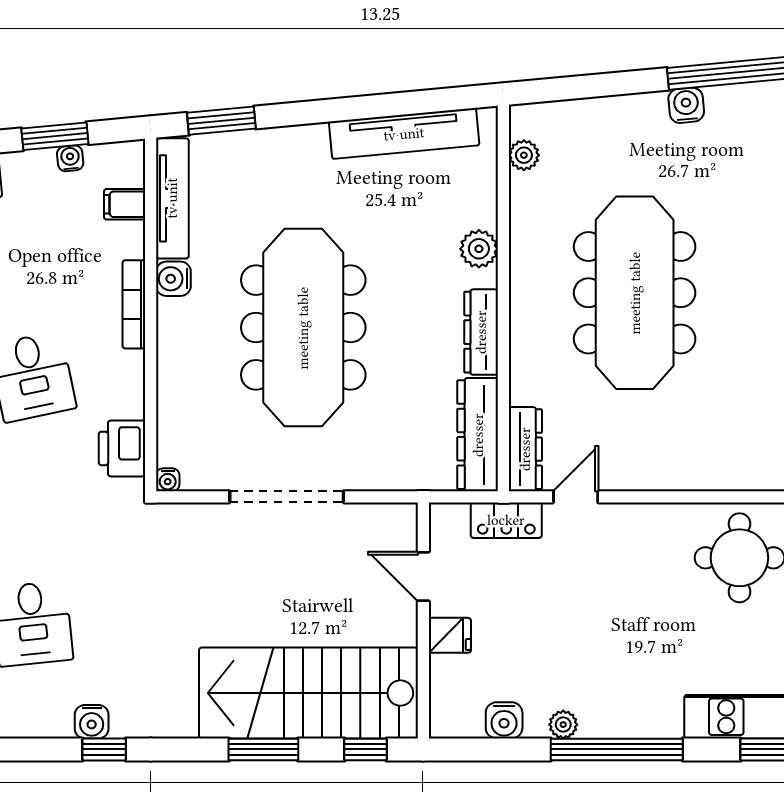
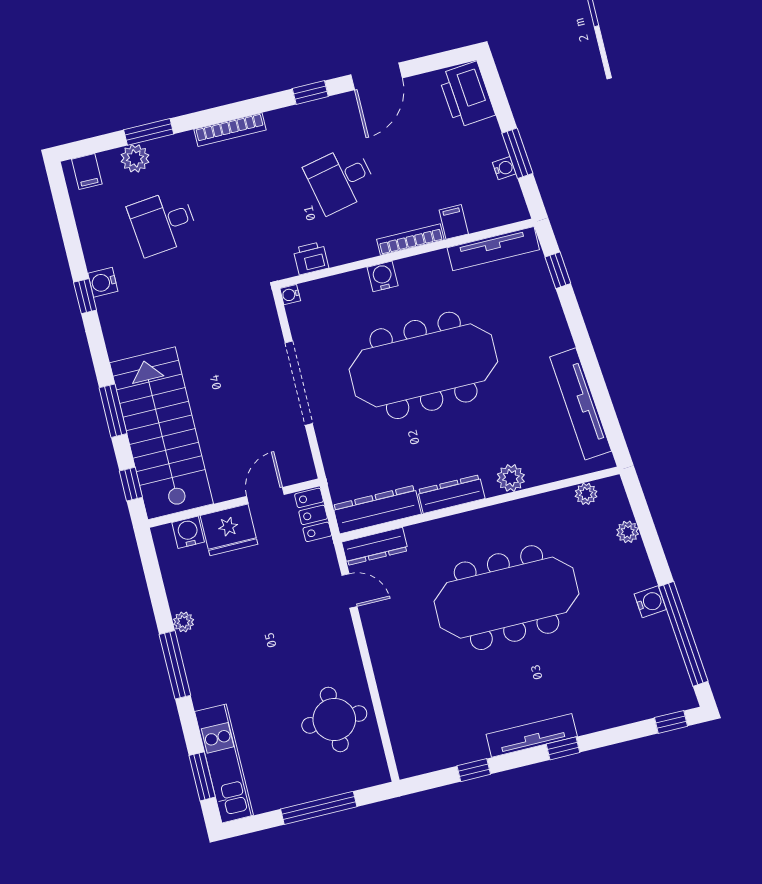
plant: (587, 113) -> (628, 532), added
window: (221, 121) -> (558, 270), width x0.67
filing cabinet: (125, 204) -> (454, 222), moved
water cooler: (173, 279) -> (383, 276), moved
printer: (122, 448) -> (311, 258), width x0.73, depth x0.81
locker: (506, 520) -> (313, 515), moved
fridge: (450, 635) -> (229, 530), width x1.88, depth x1.34
water cooler: (504, 720) -> (188, 532), moved, turned 90
window: (617, 749) -> (175, 665), width x0.68

